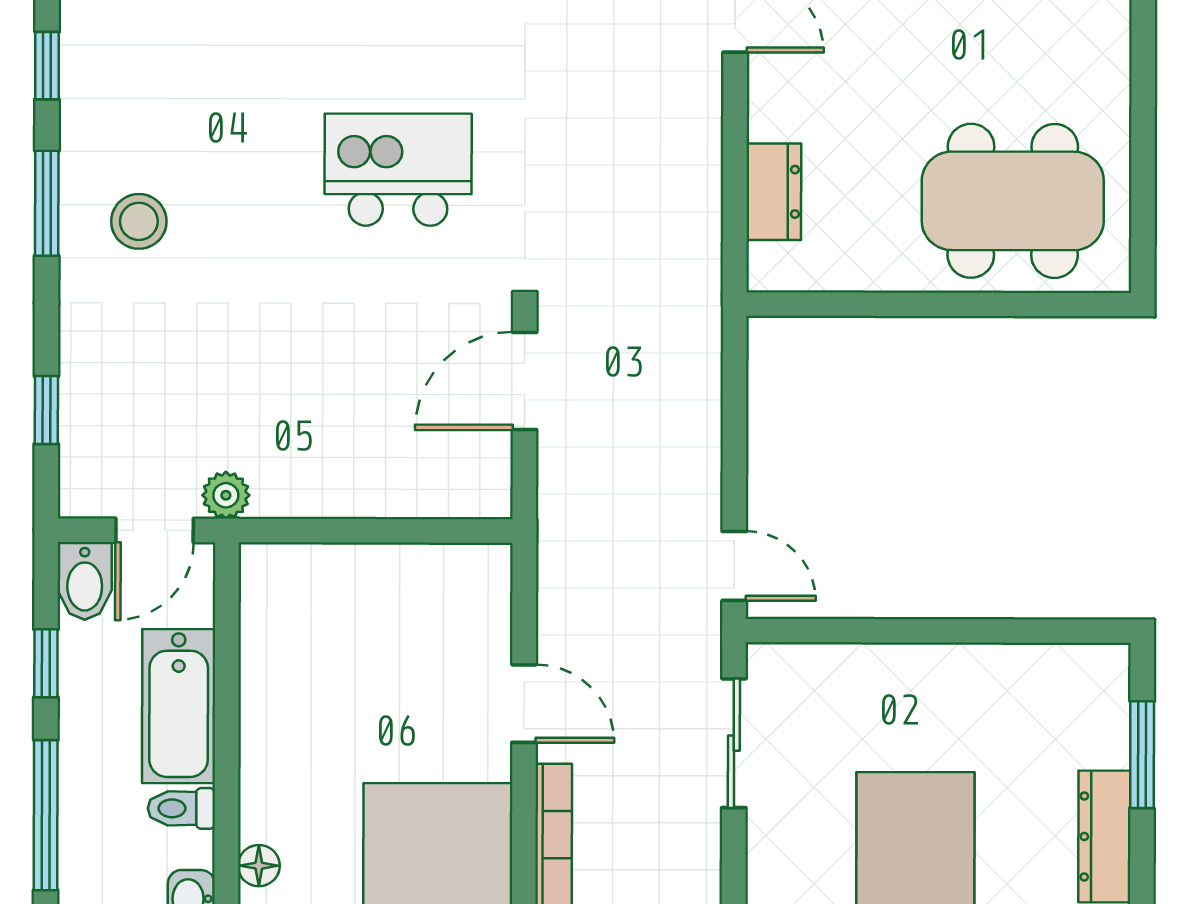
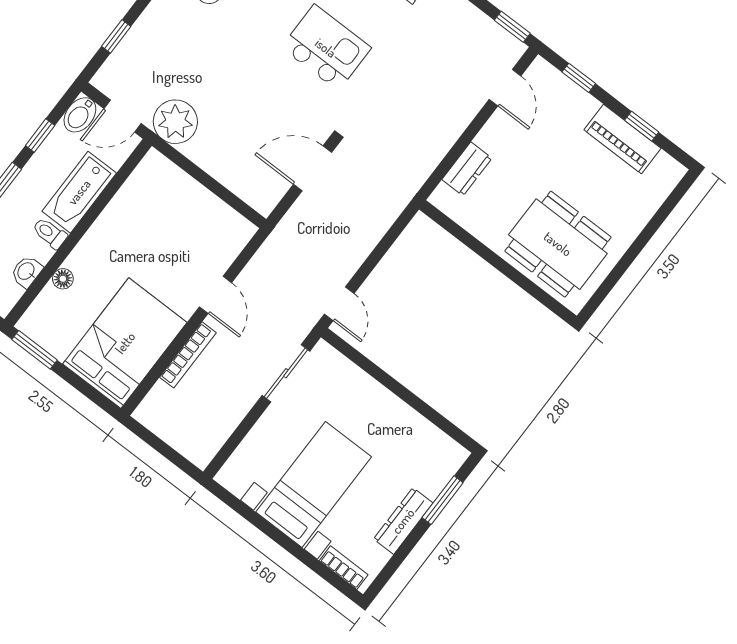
plant: (226, 495) -> (175, 122), width x1.88, depth x1.88

